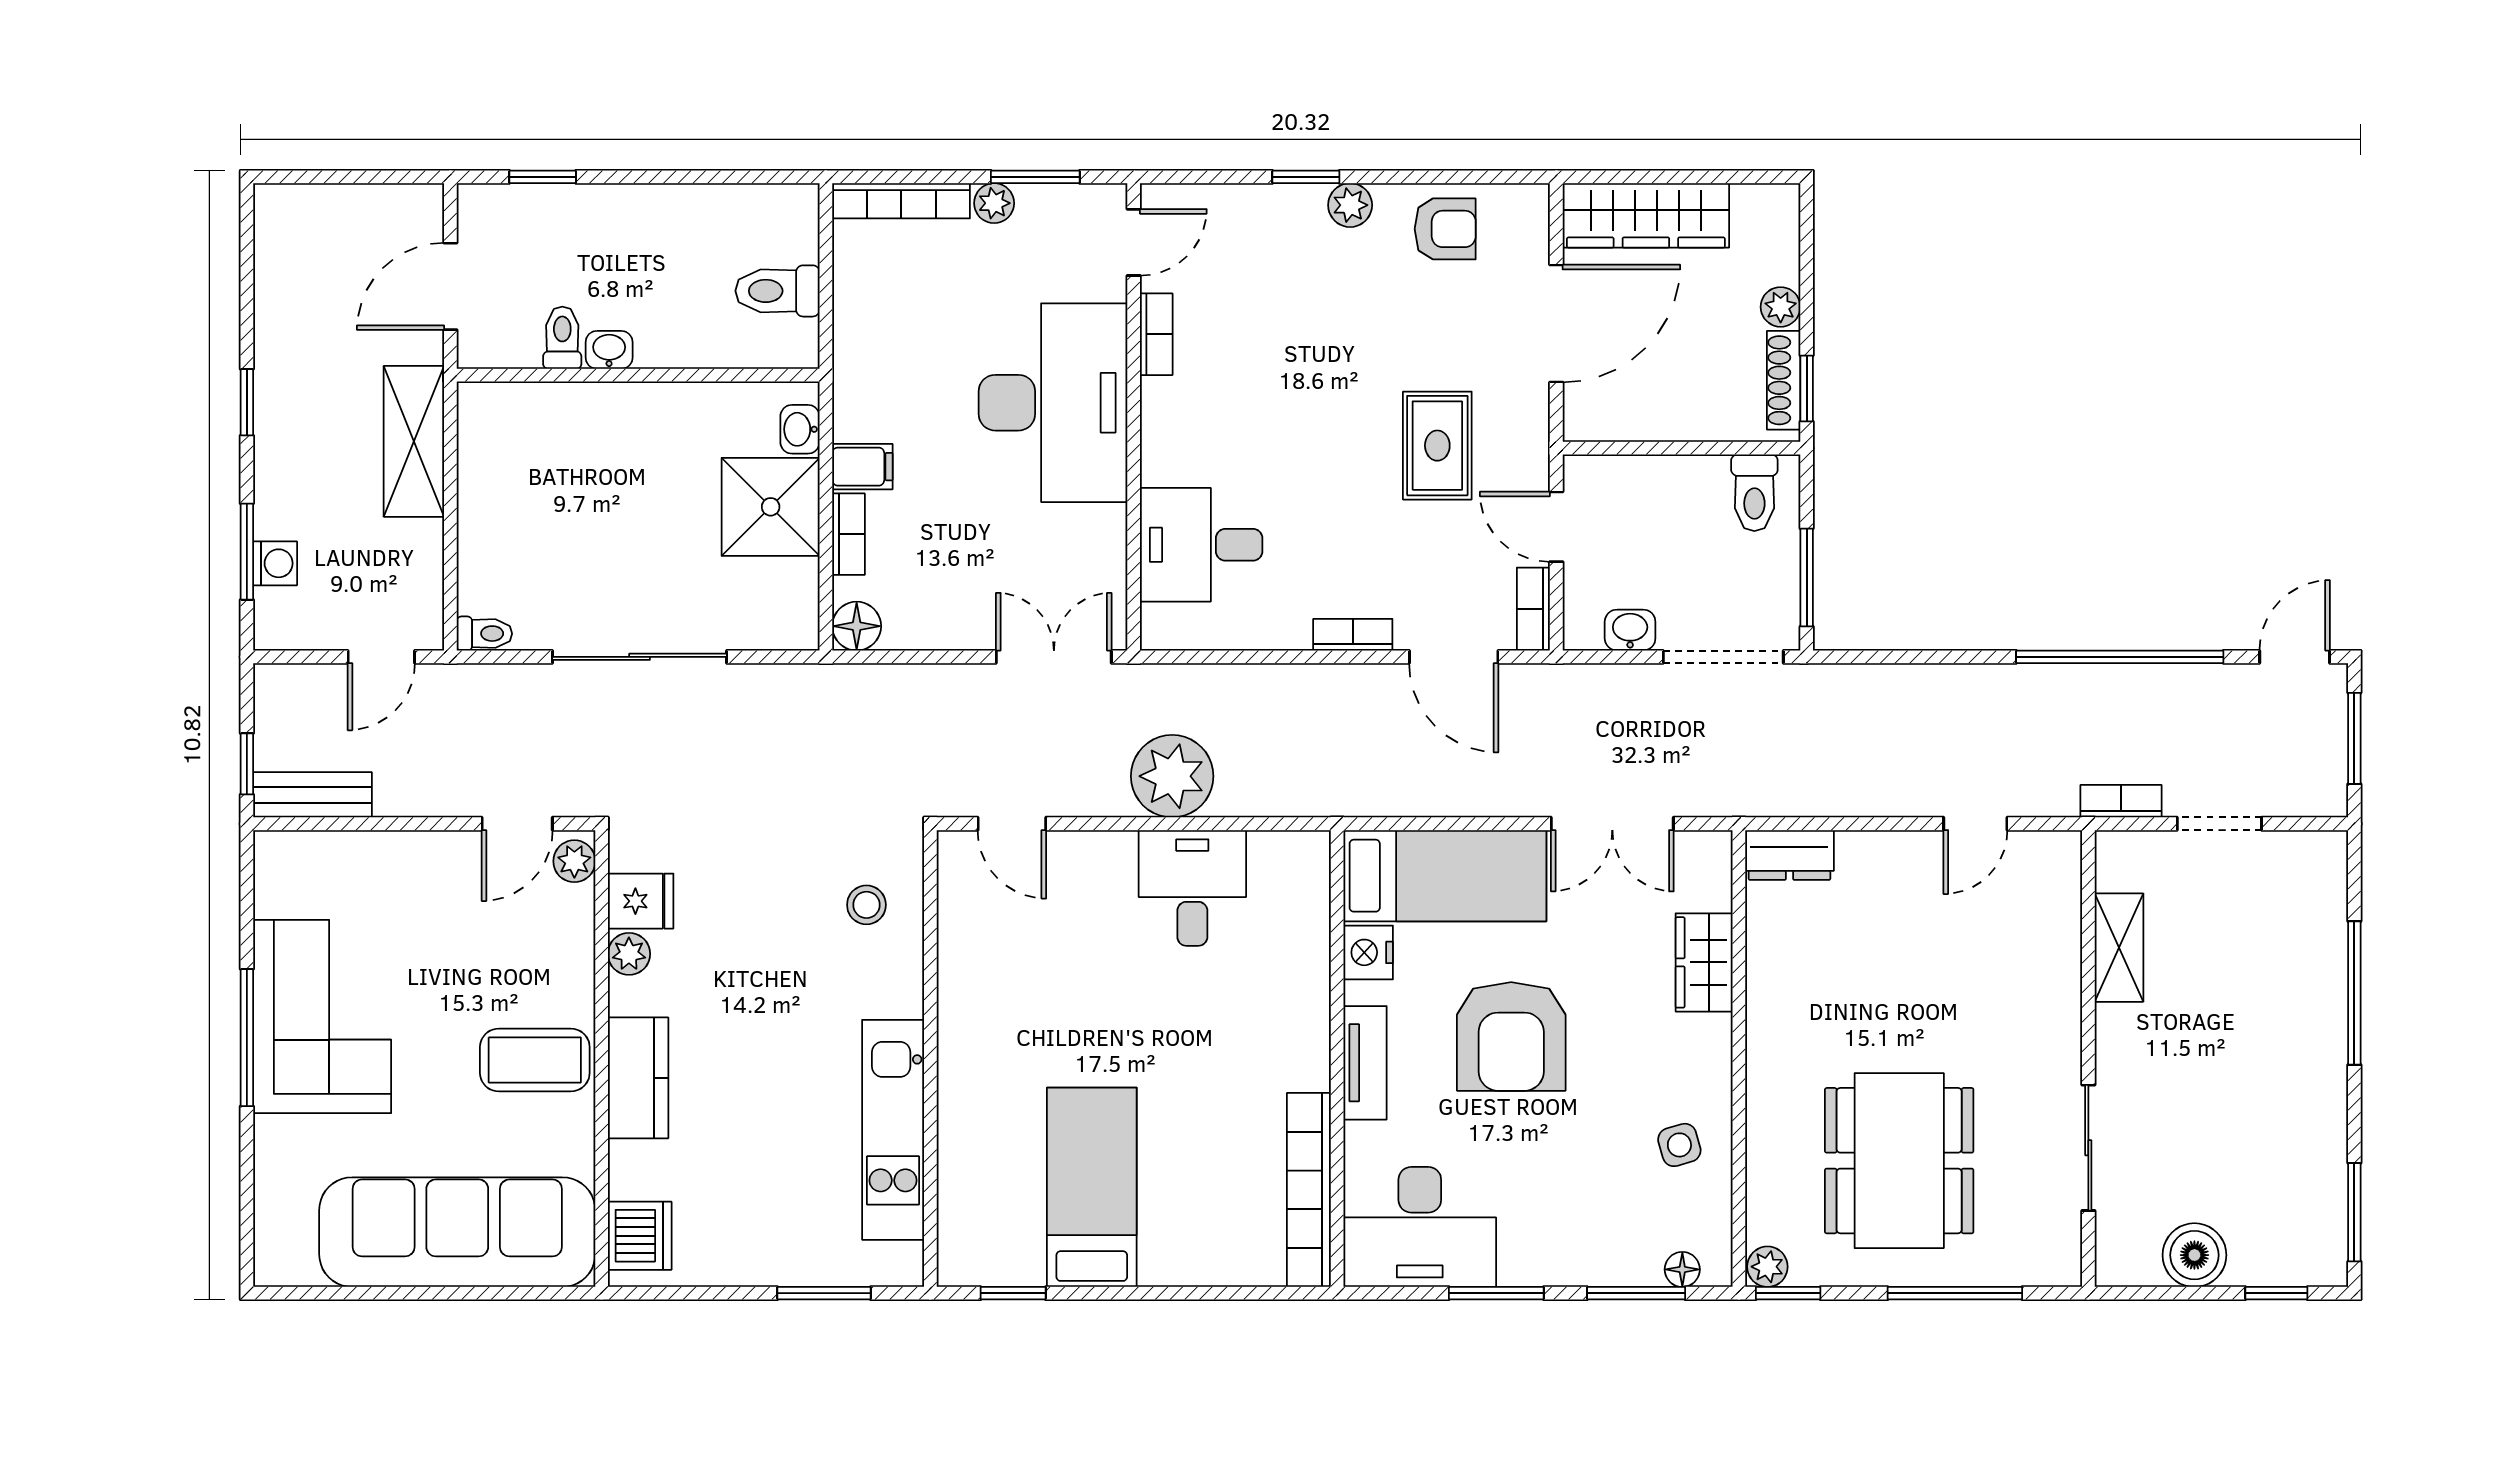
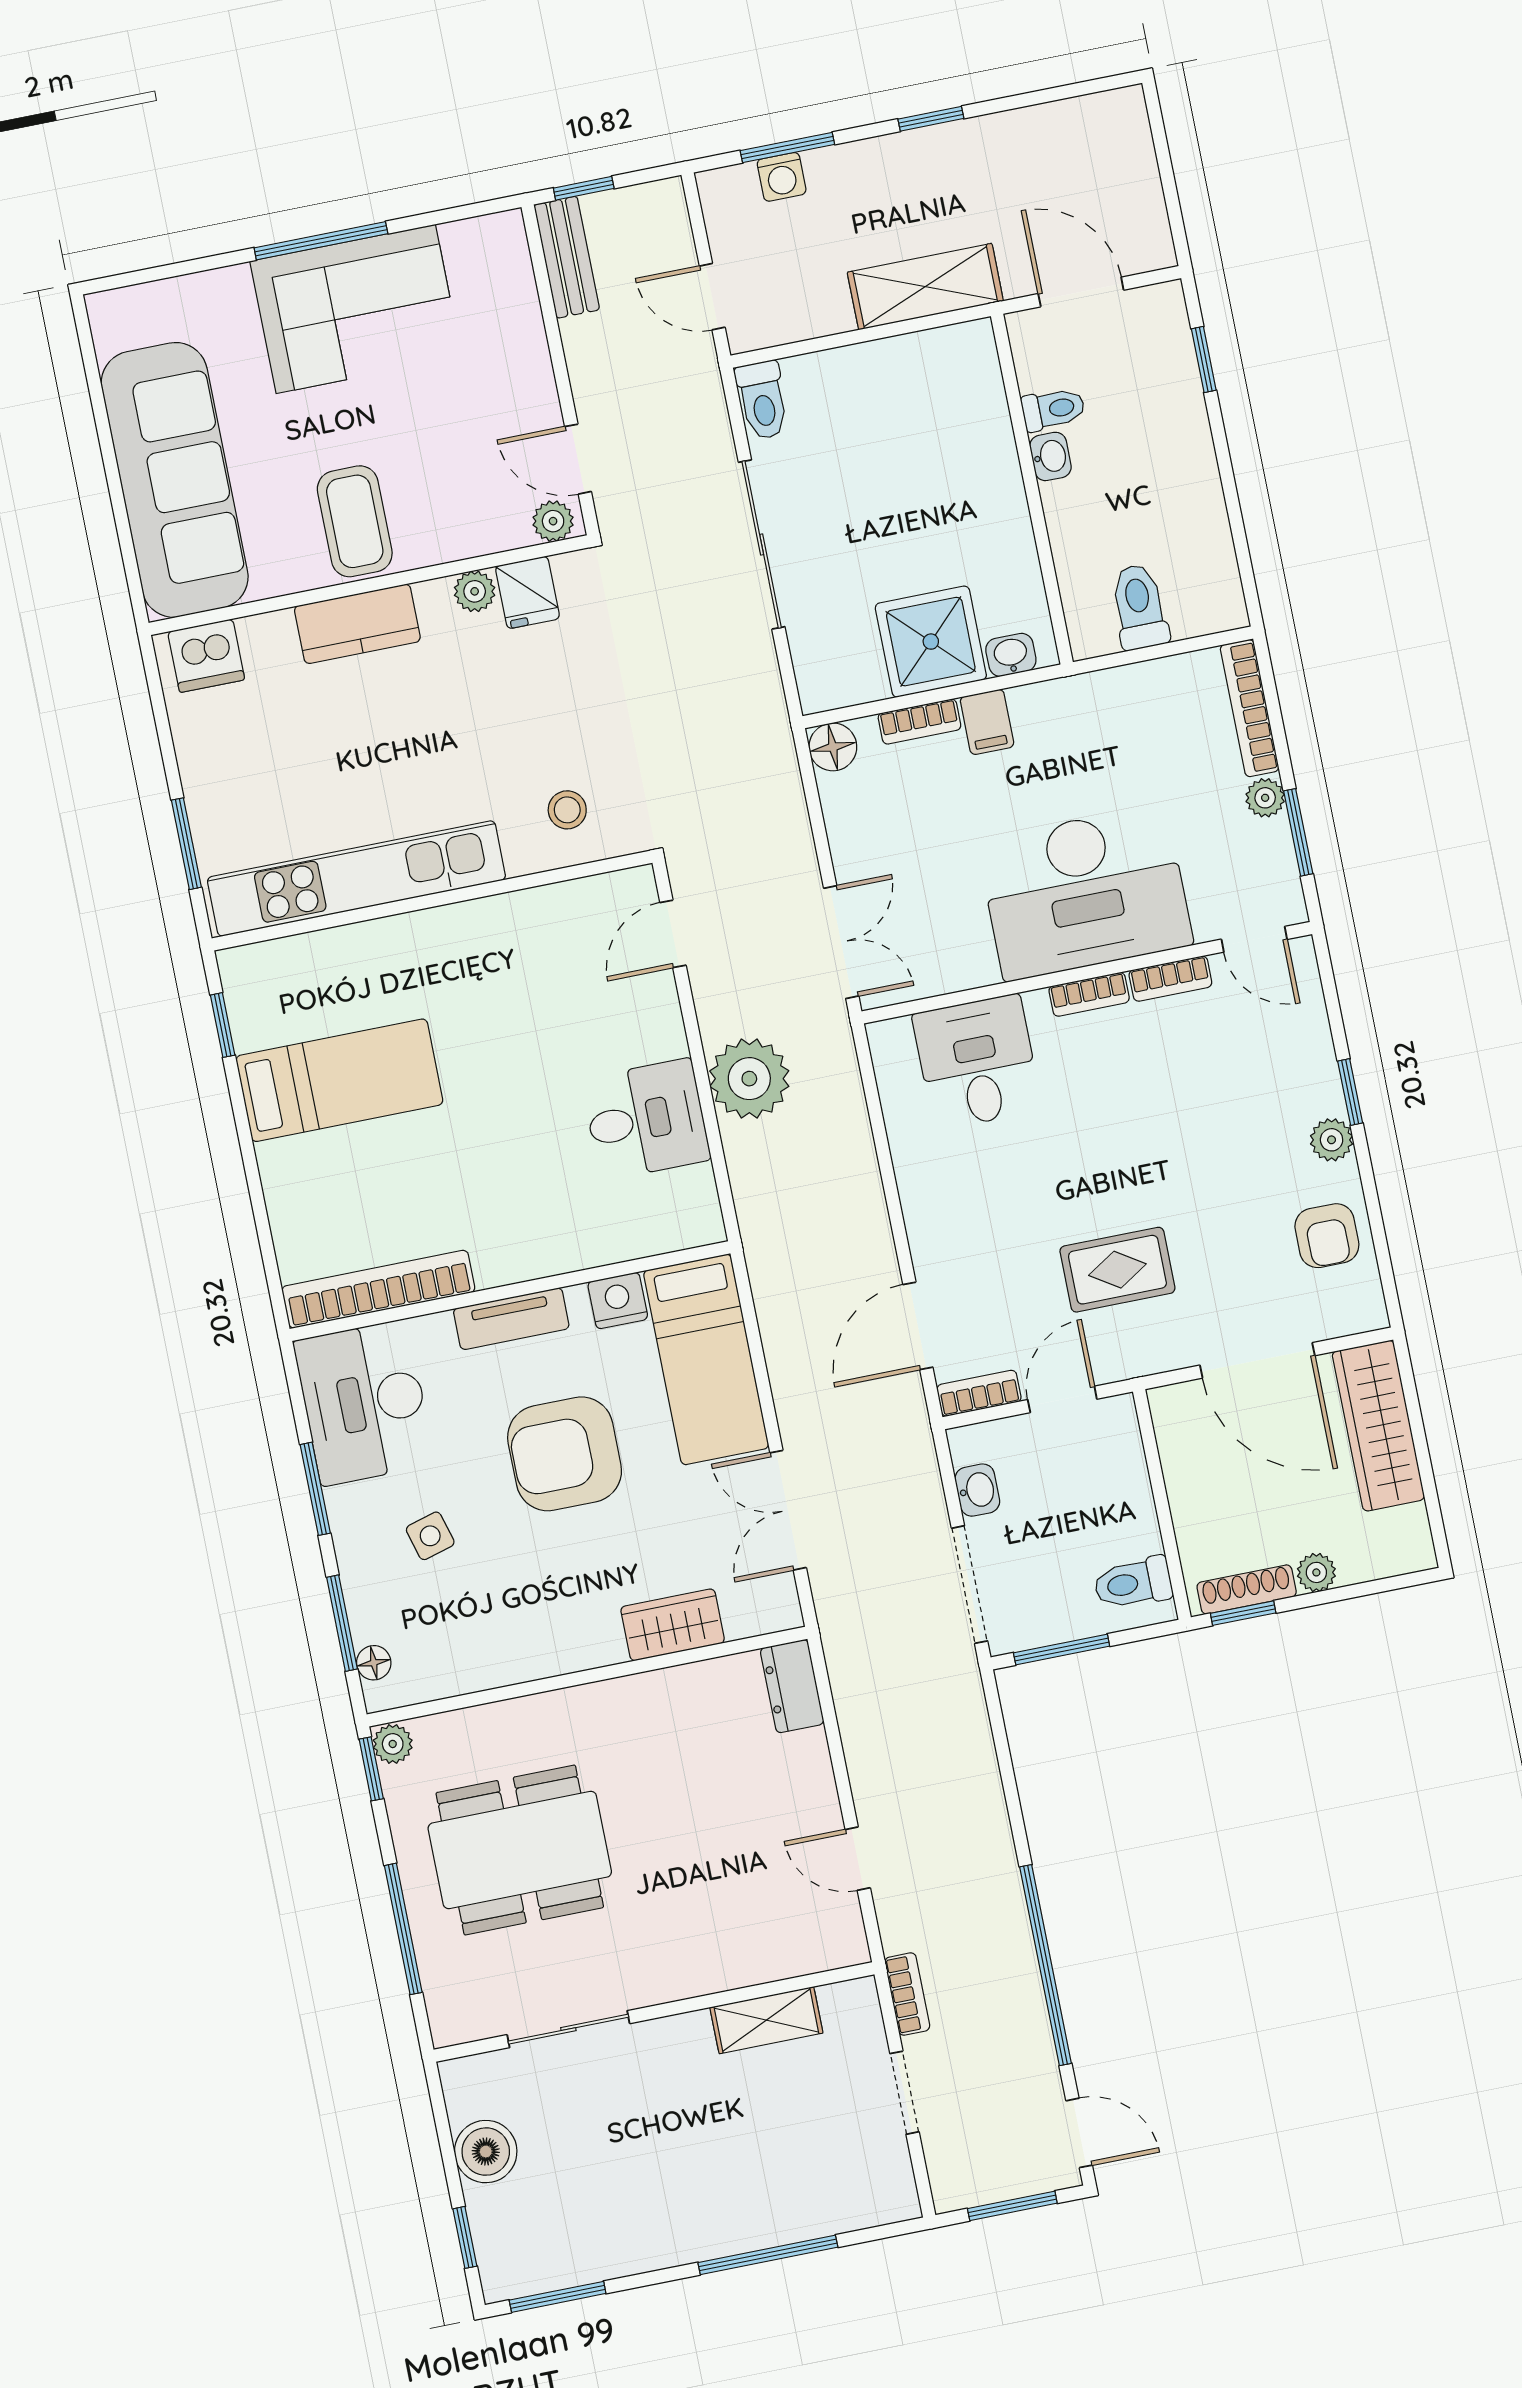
toilet: (484, 634) -> (762, 400), width x1.37, depth x1.39
bookcase: (1353, 635) -> (1089, 994), moved, turned 90
kitchen unit: (893, 1130) -> (356, 878), width x1.36
side table: (1679, 1145) -> (430, 1536), moved

